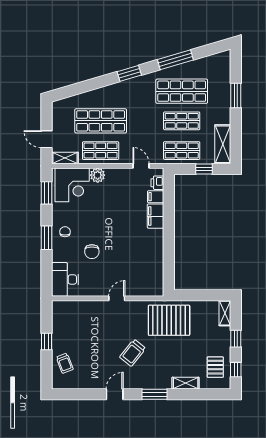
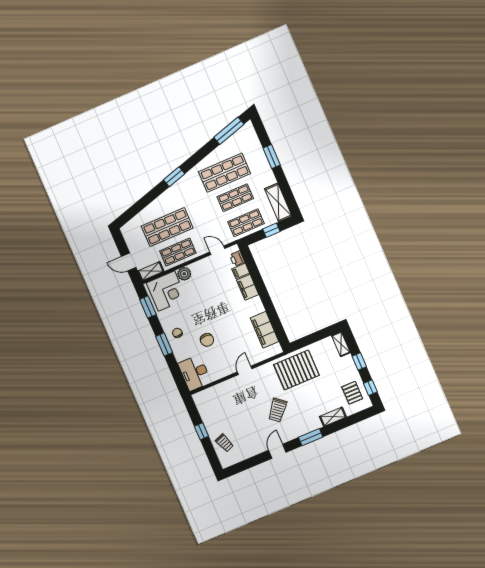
window: (175, 60) -> (229, 131), moved
filing cabinet: (154, 266) -> (264, 330), added

